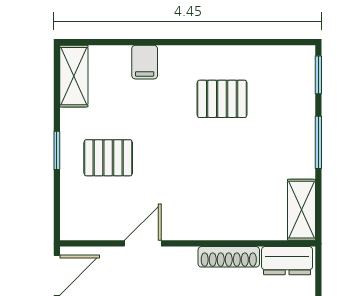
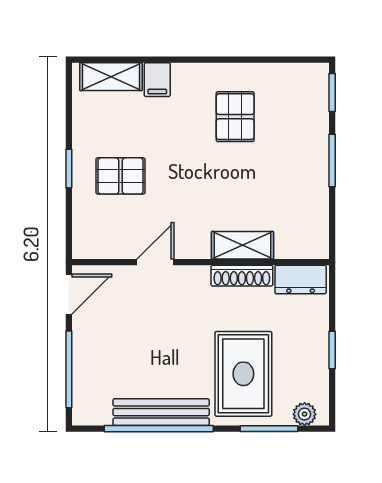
shelving: (74, 76) -> (111, 77), moved, turned 90
pallet: (222, 99) -> (235, 117), turned 90
shelving: (301, 210) -> (243, 245), moved, turned 90

